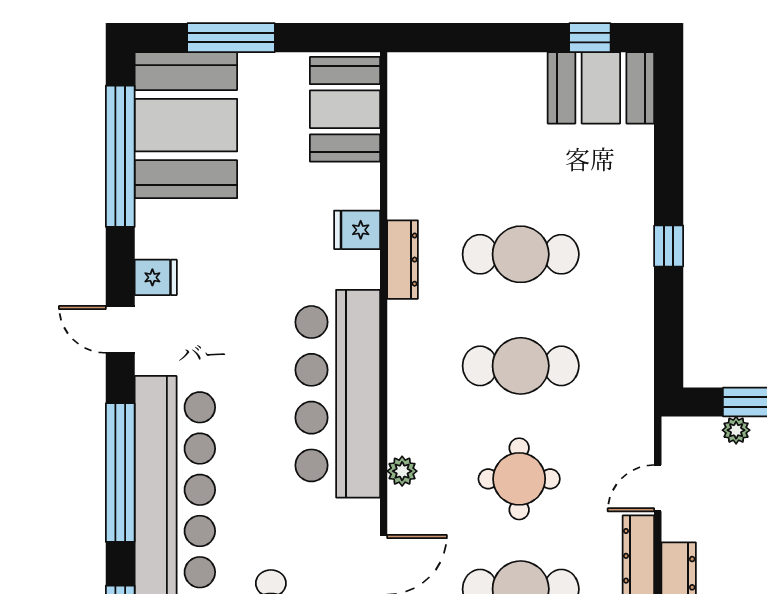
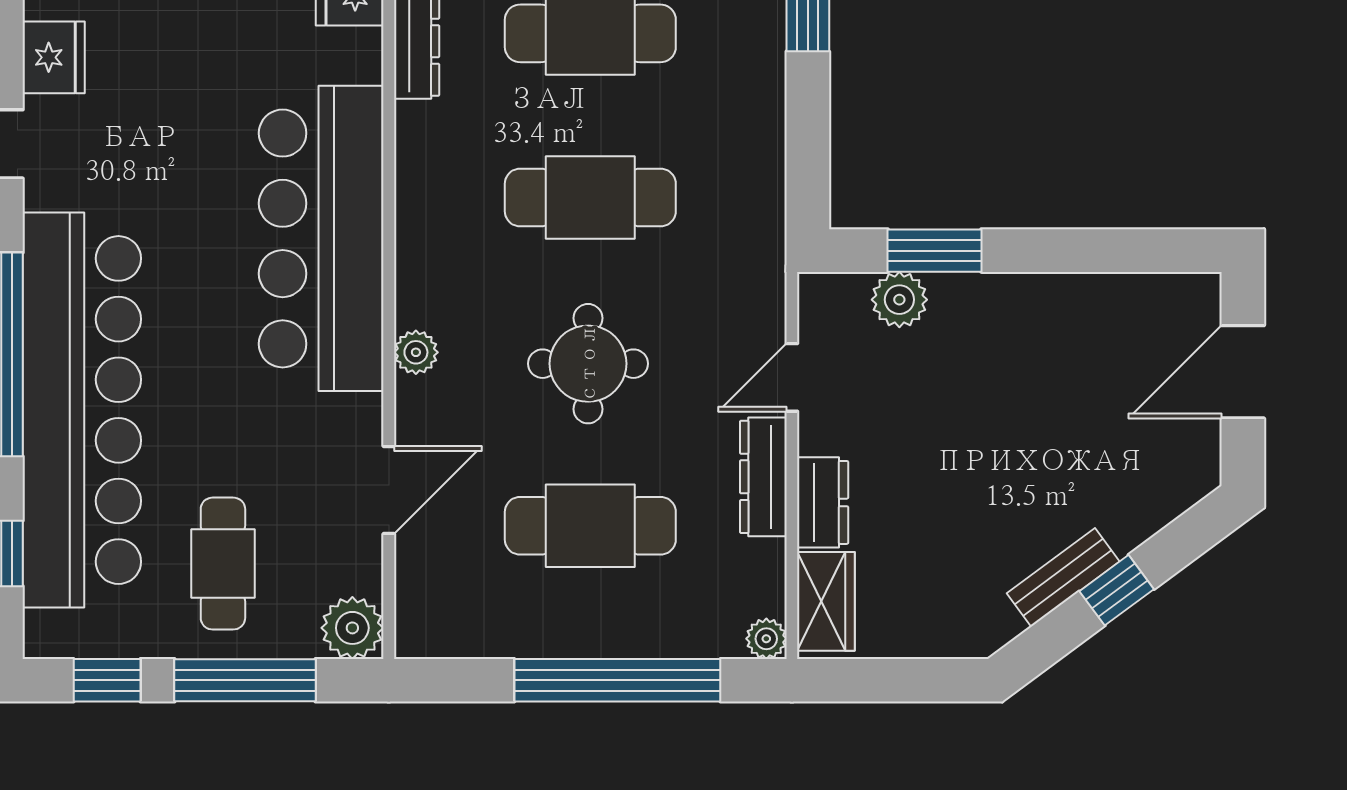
fridge: (156, 277) -> (54, 57), width x1.38
plant: (736, 430) -> (899, 300), width x1.38, depth x1.38

